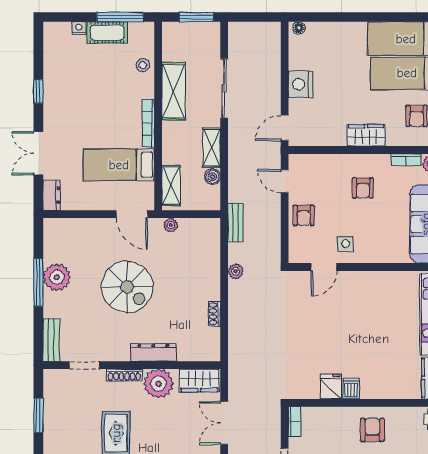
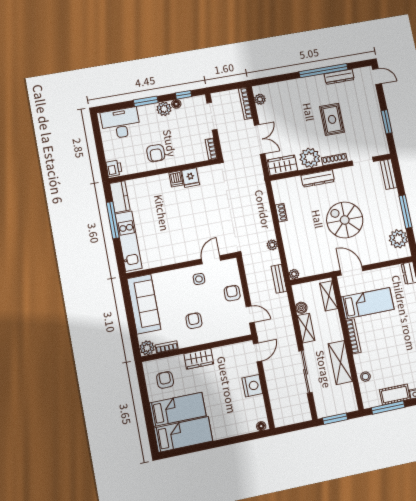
plant: (171, 225) -> (294, 274), moved
plant: (57, 277) -> (398, 239), moved

